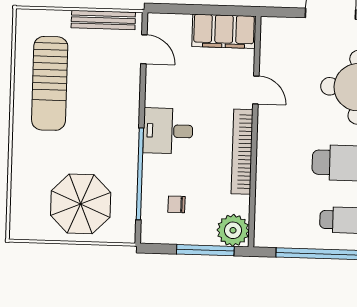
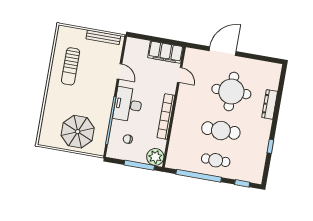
door: (144, 49) -> (120, 71), moved
sun lounger: (50, 83) -> (71, 66), width x0.73, depth x0.75
door: (256, 90) -> (180, 75), moved
desk: (168, 131) -> (128, 104), width x1.37

